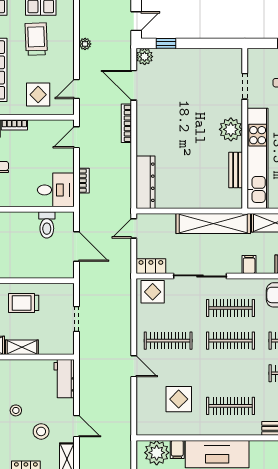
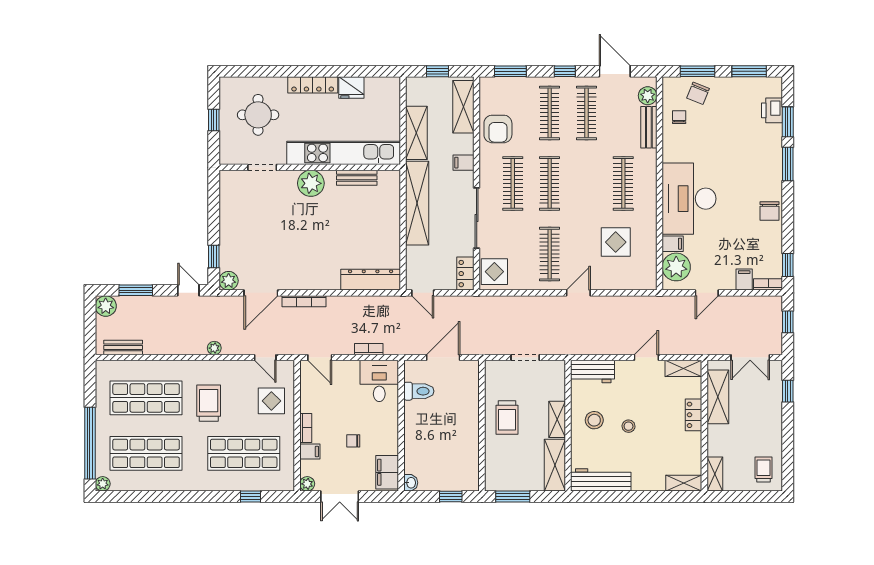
trolley: (36, 39) -> (209, 403), turned 92
stool: (41, 431) -> (594, 420), moved

